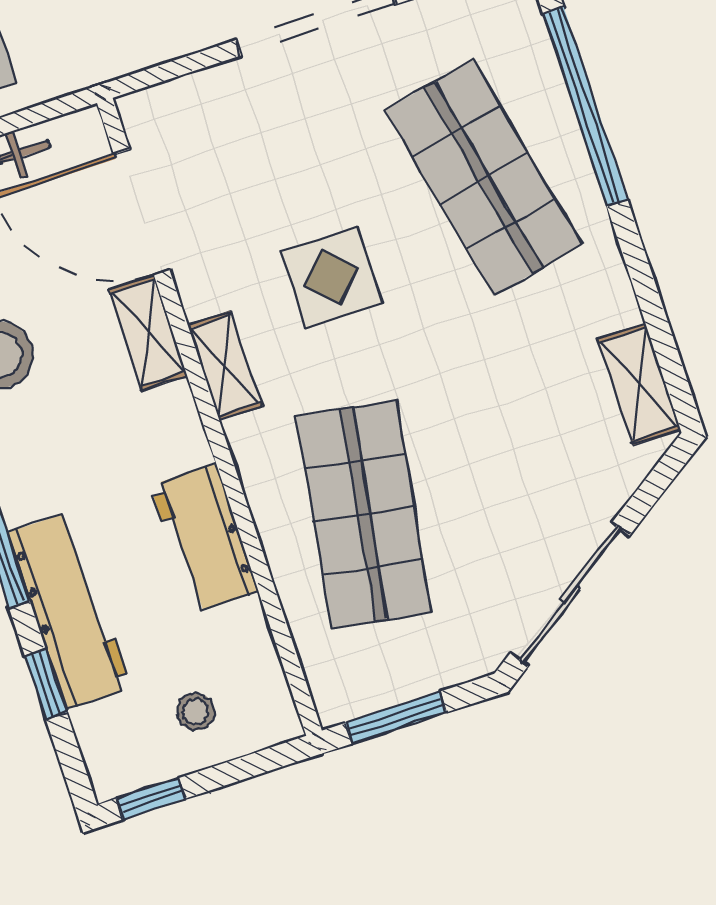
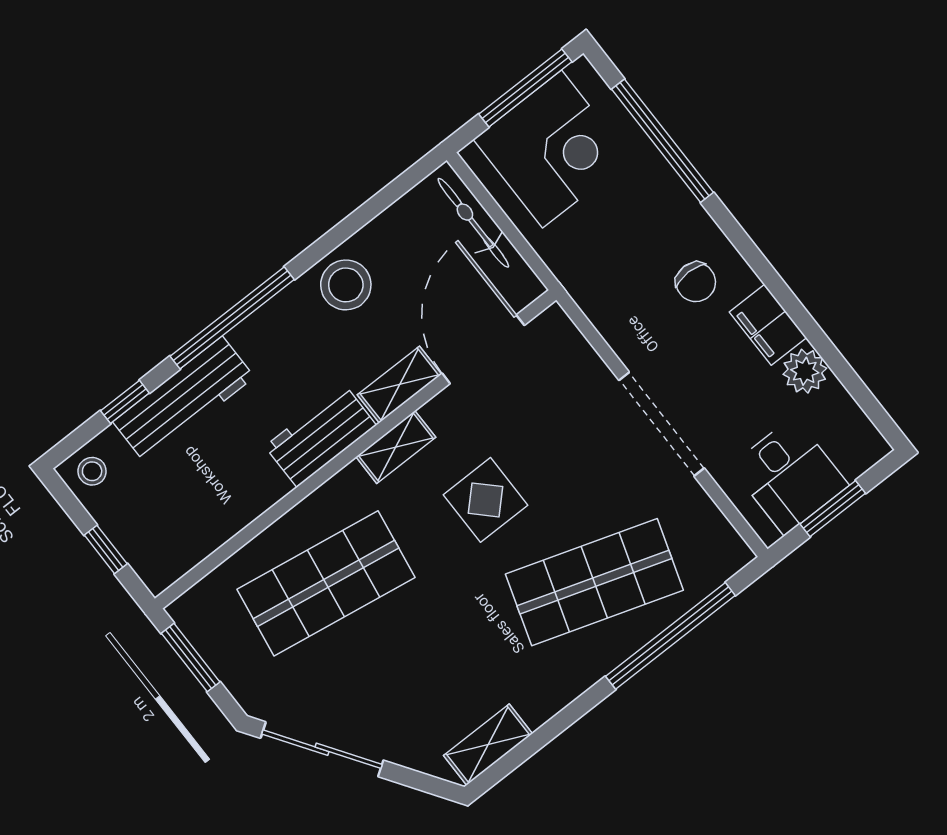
shop shelf: (484, 178) -> (594, 582), turned 30
workbench: (204, 539) -> (321, 436), moved
stool: (196, 712) -> (92, 471), moved
window: (151, 799) -> (106, 549), moved

